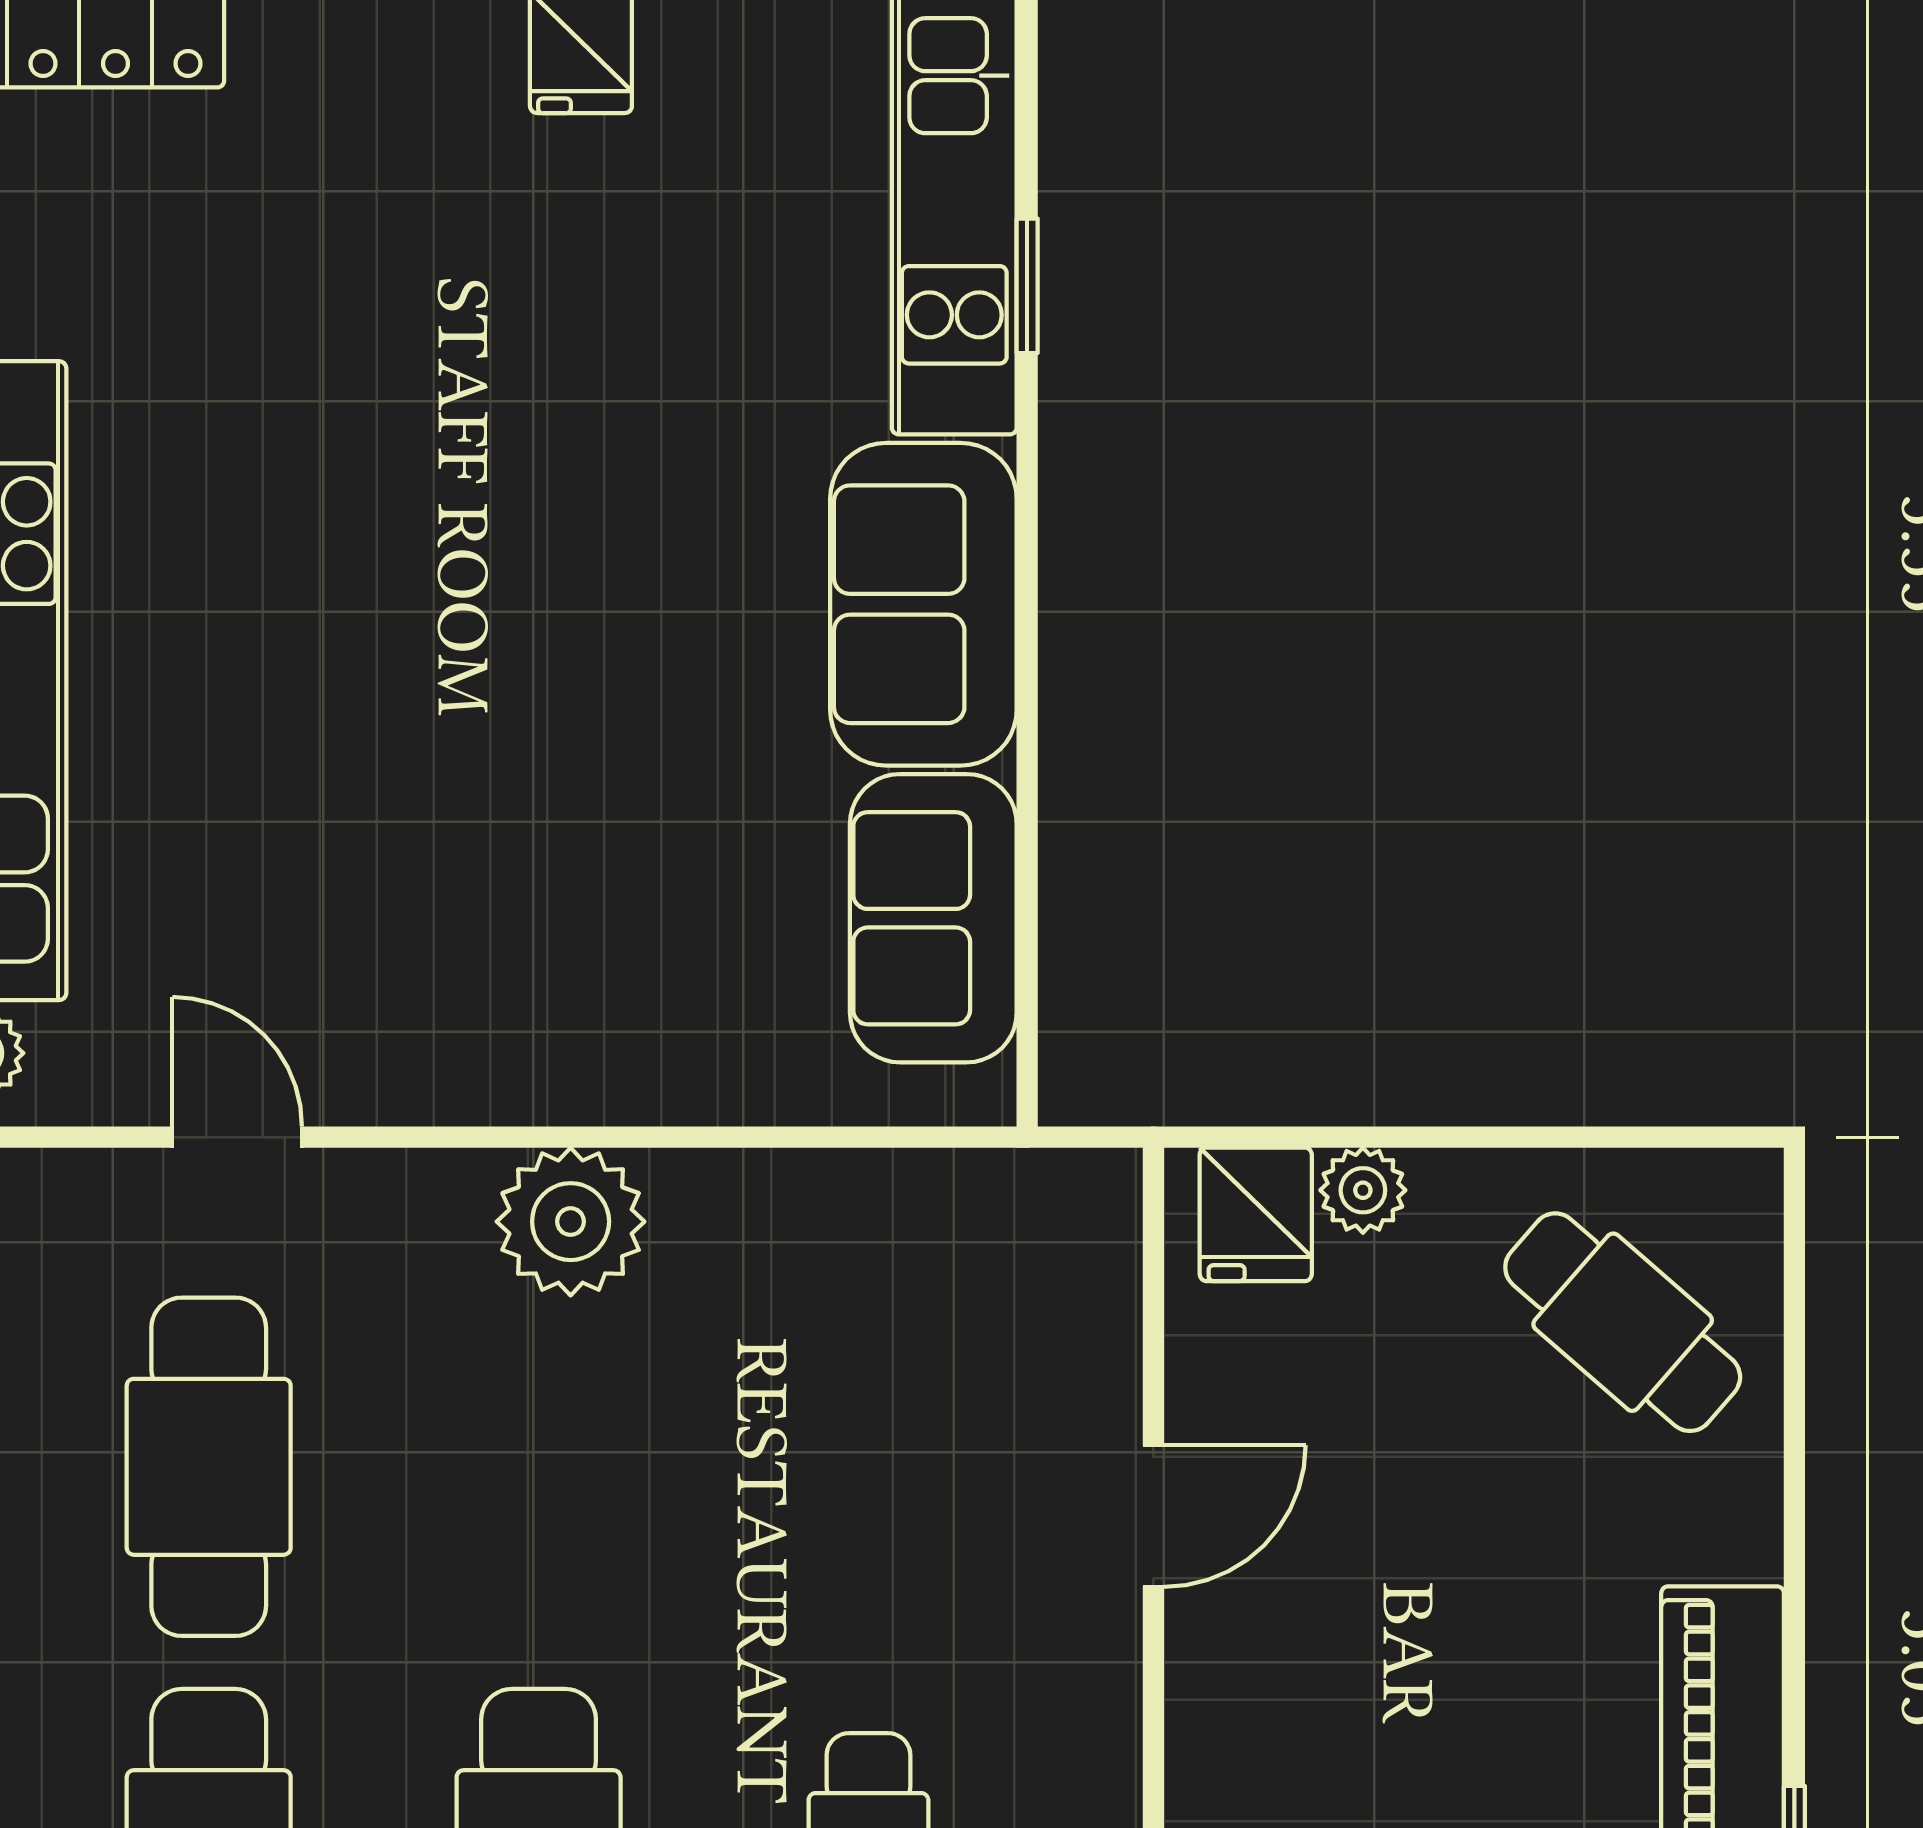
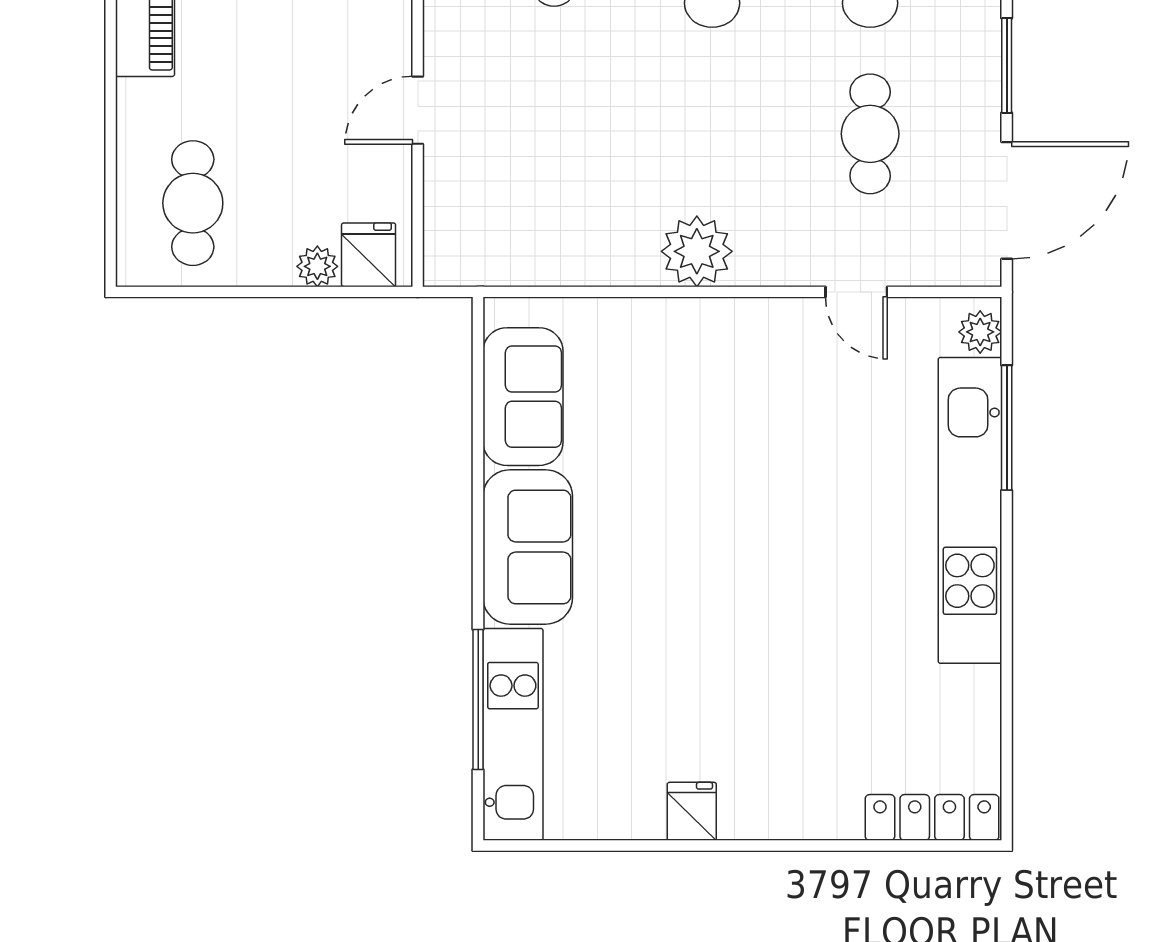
window: (1027, 286) -> (478, 700), width x2.17
cafe table: (1623, 1322) -> (193, 203), turned 49
cafe table: (209, 1467) -> (870, 134), width x0.73, depth x0.74

